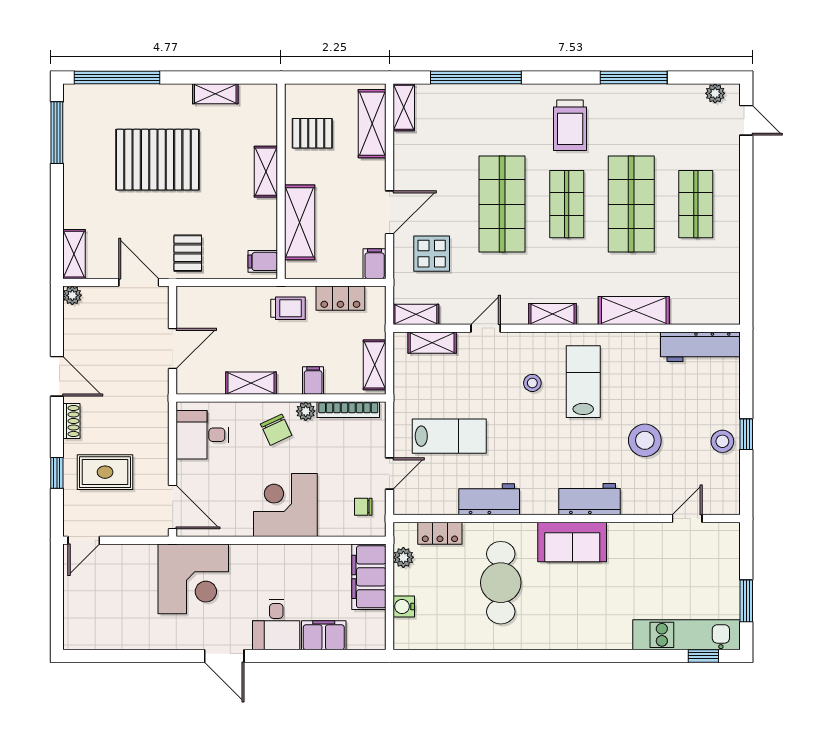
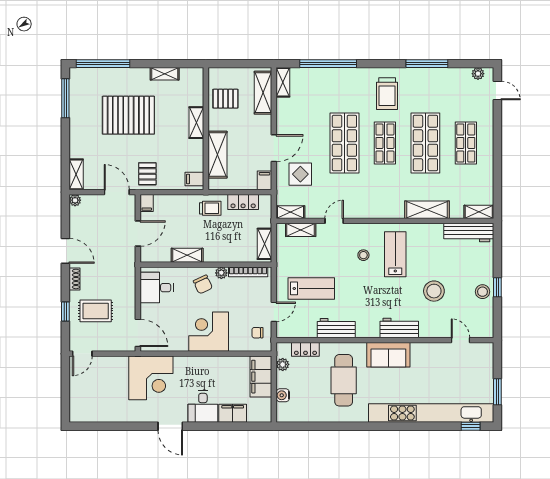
shelving: (553, 314) -> (479, 212), moved
filing cabinet: (313, 381) -> (147, 203), moved, turned 180
door: (687, 519) -> (460, 340), hinge flipped
kitchen unit: (687, 635) -> (431, 413), width x1.86

